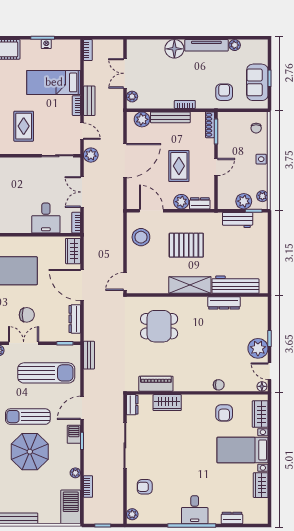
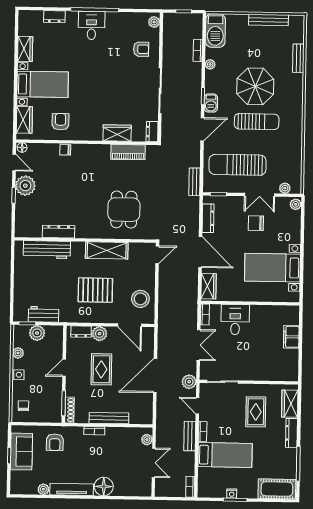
plant: (142, 119) -> (137, 417), removed
plant: (262, 196) -> (18, 353), moved
shelving: (190, 285) -> (107, 250), moved
dining table: (159, 326) -> (124, 210), turned 90

